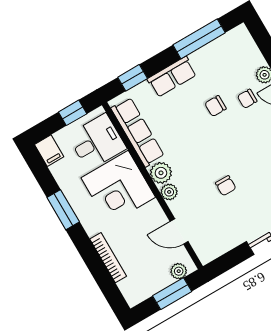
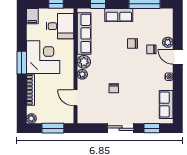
corner desk: (118, 187) -> (43, 57), moved, turned 180
window: (63, 210) -> (22, 63), moved
plant: (179, 271) -> (31, 118), moved

